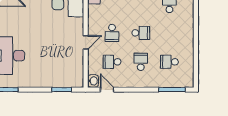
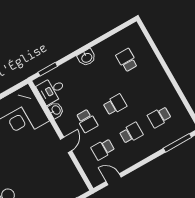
school desk: (141, 62) -> (131, 133), turned 90
washbasin: (93, 81) -> (56, 110), moved

